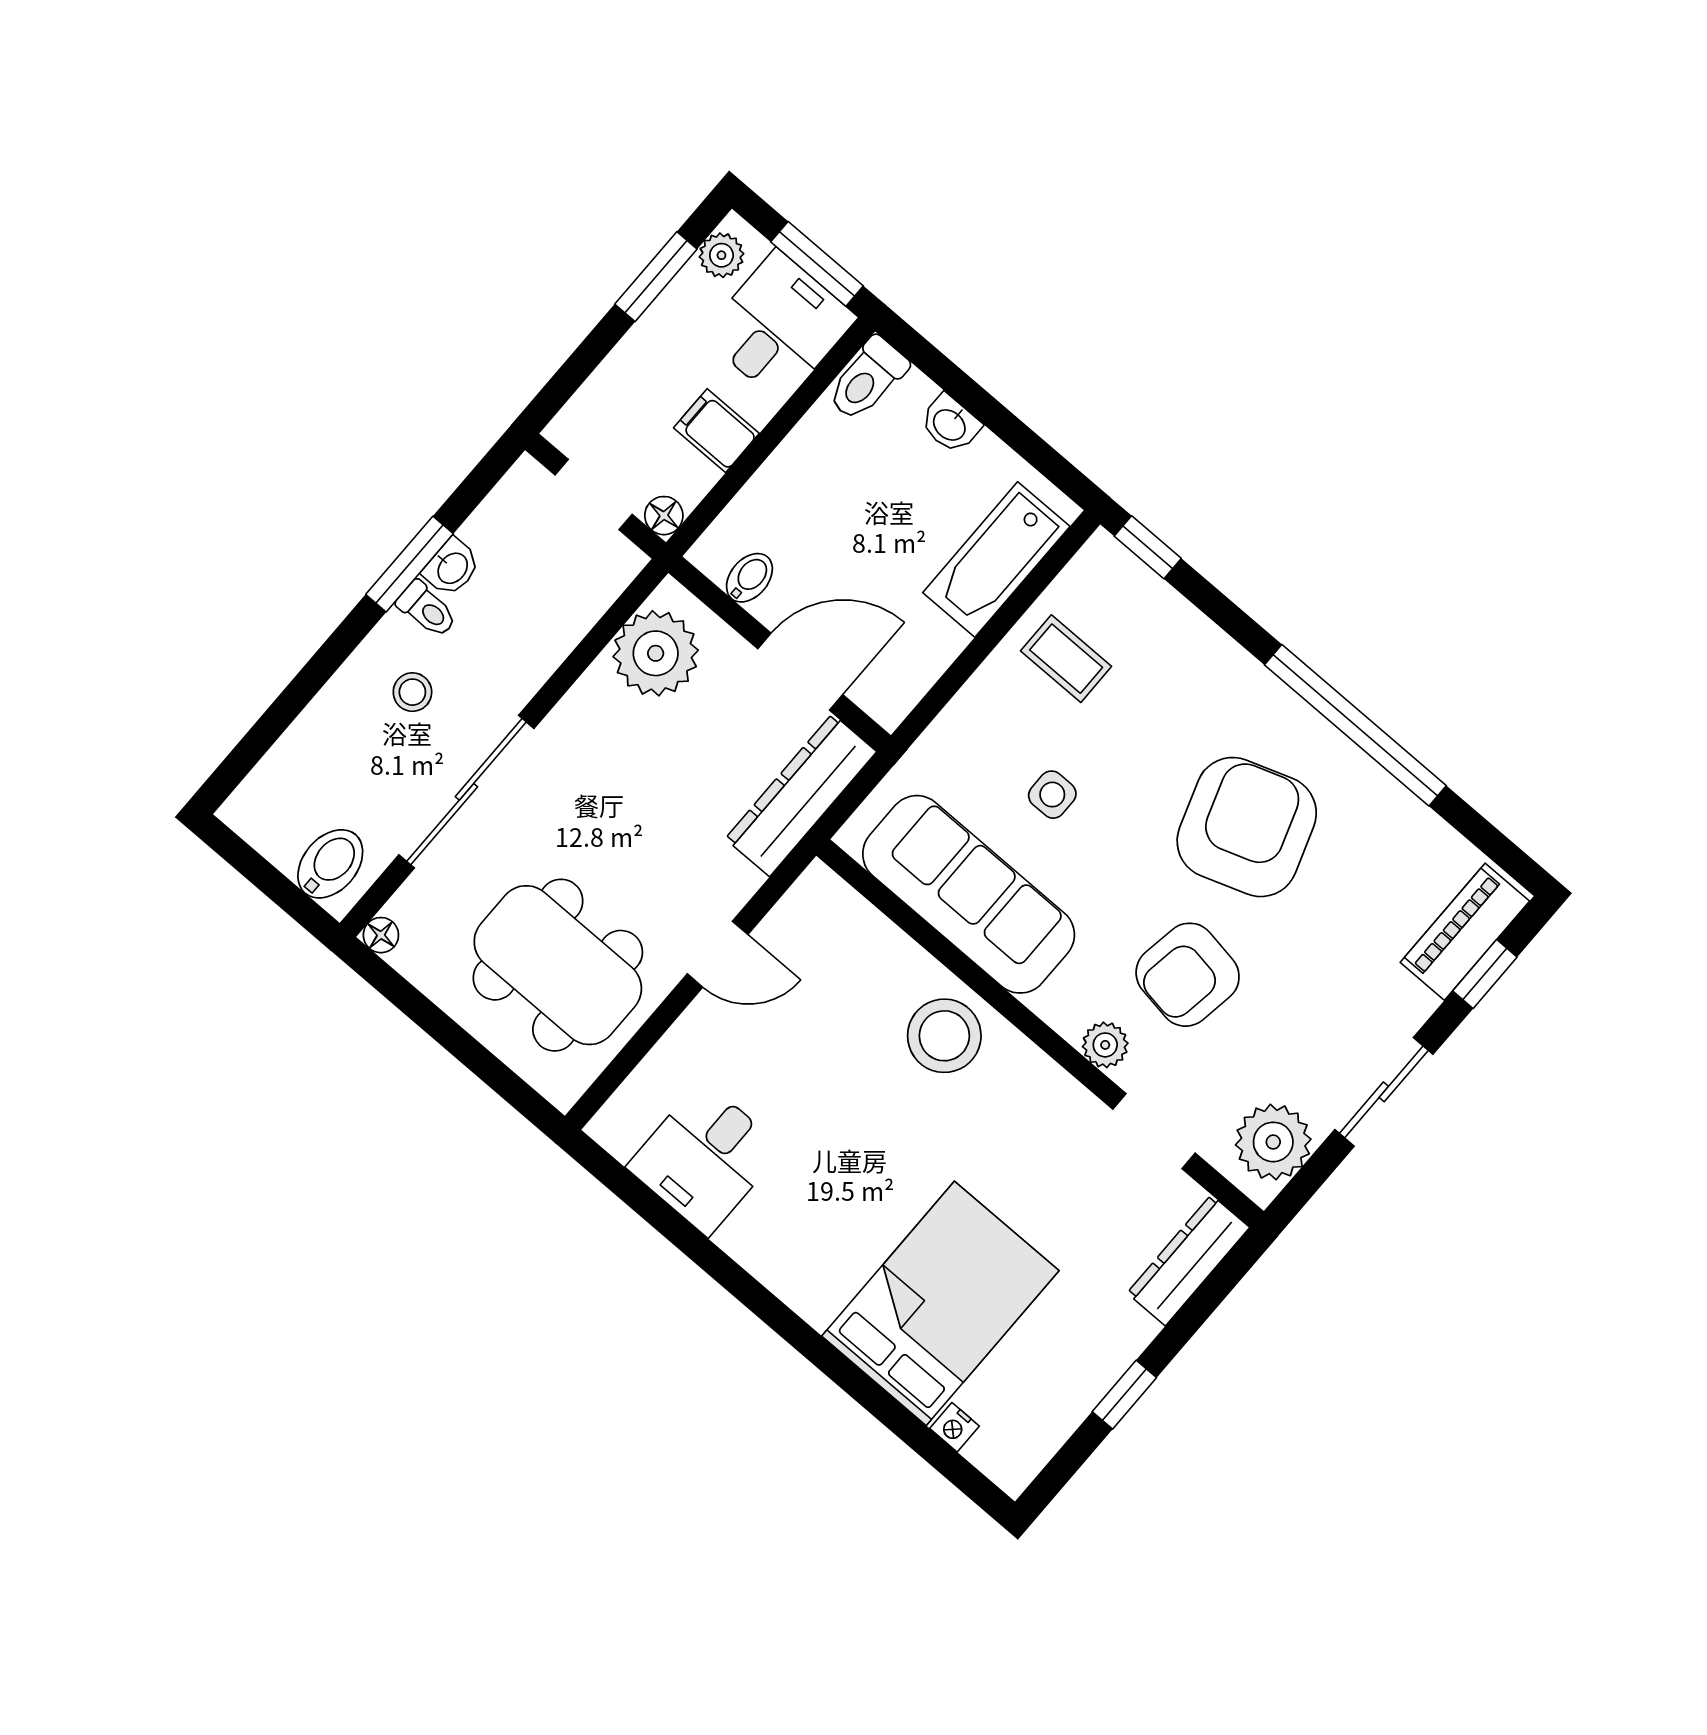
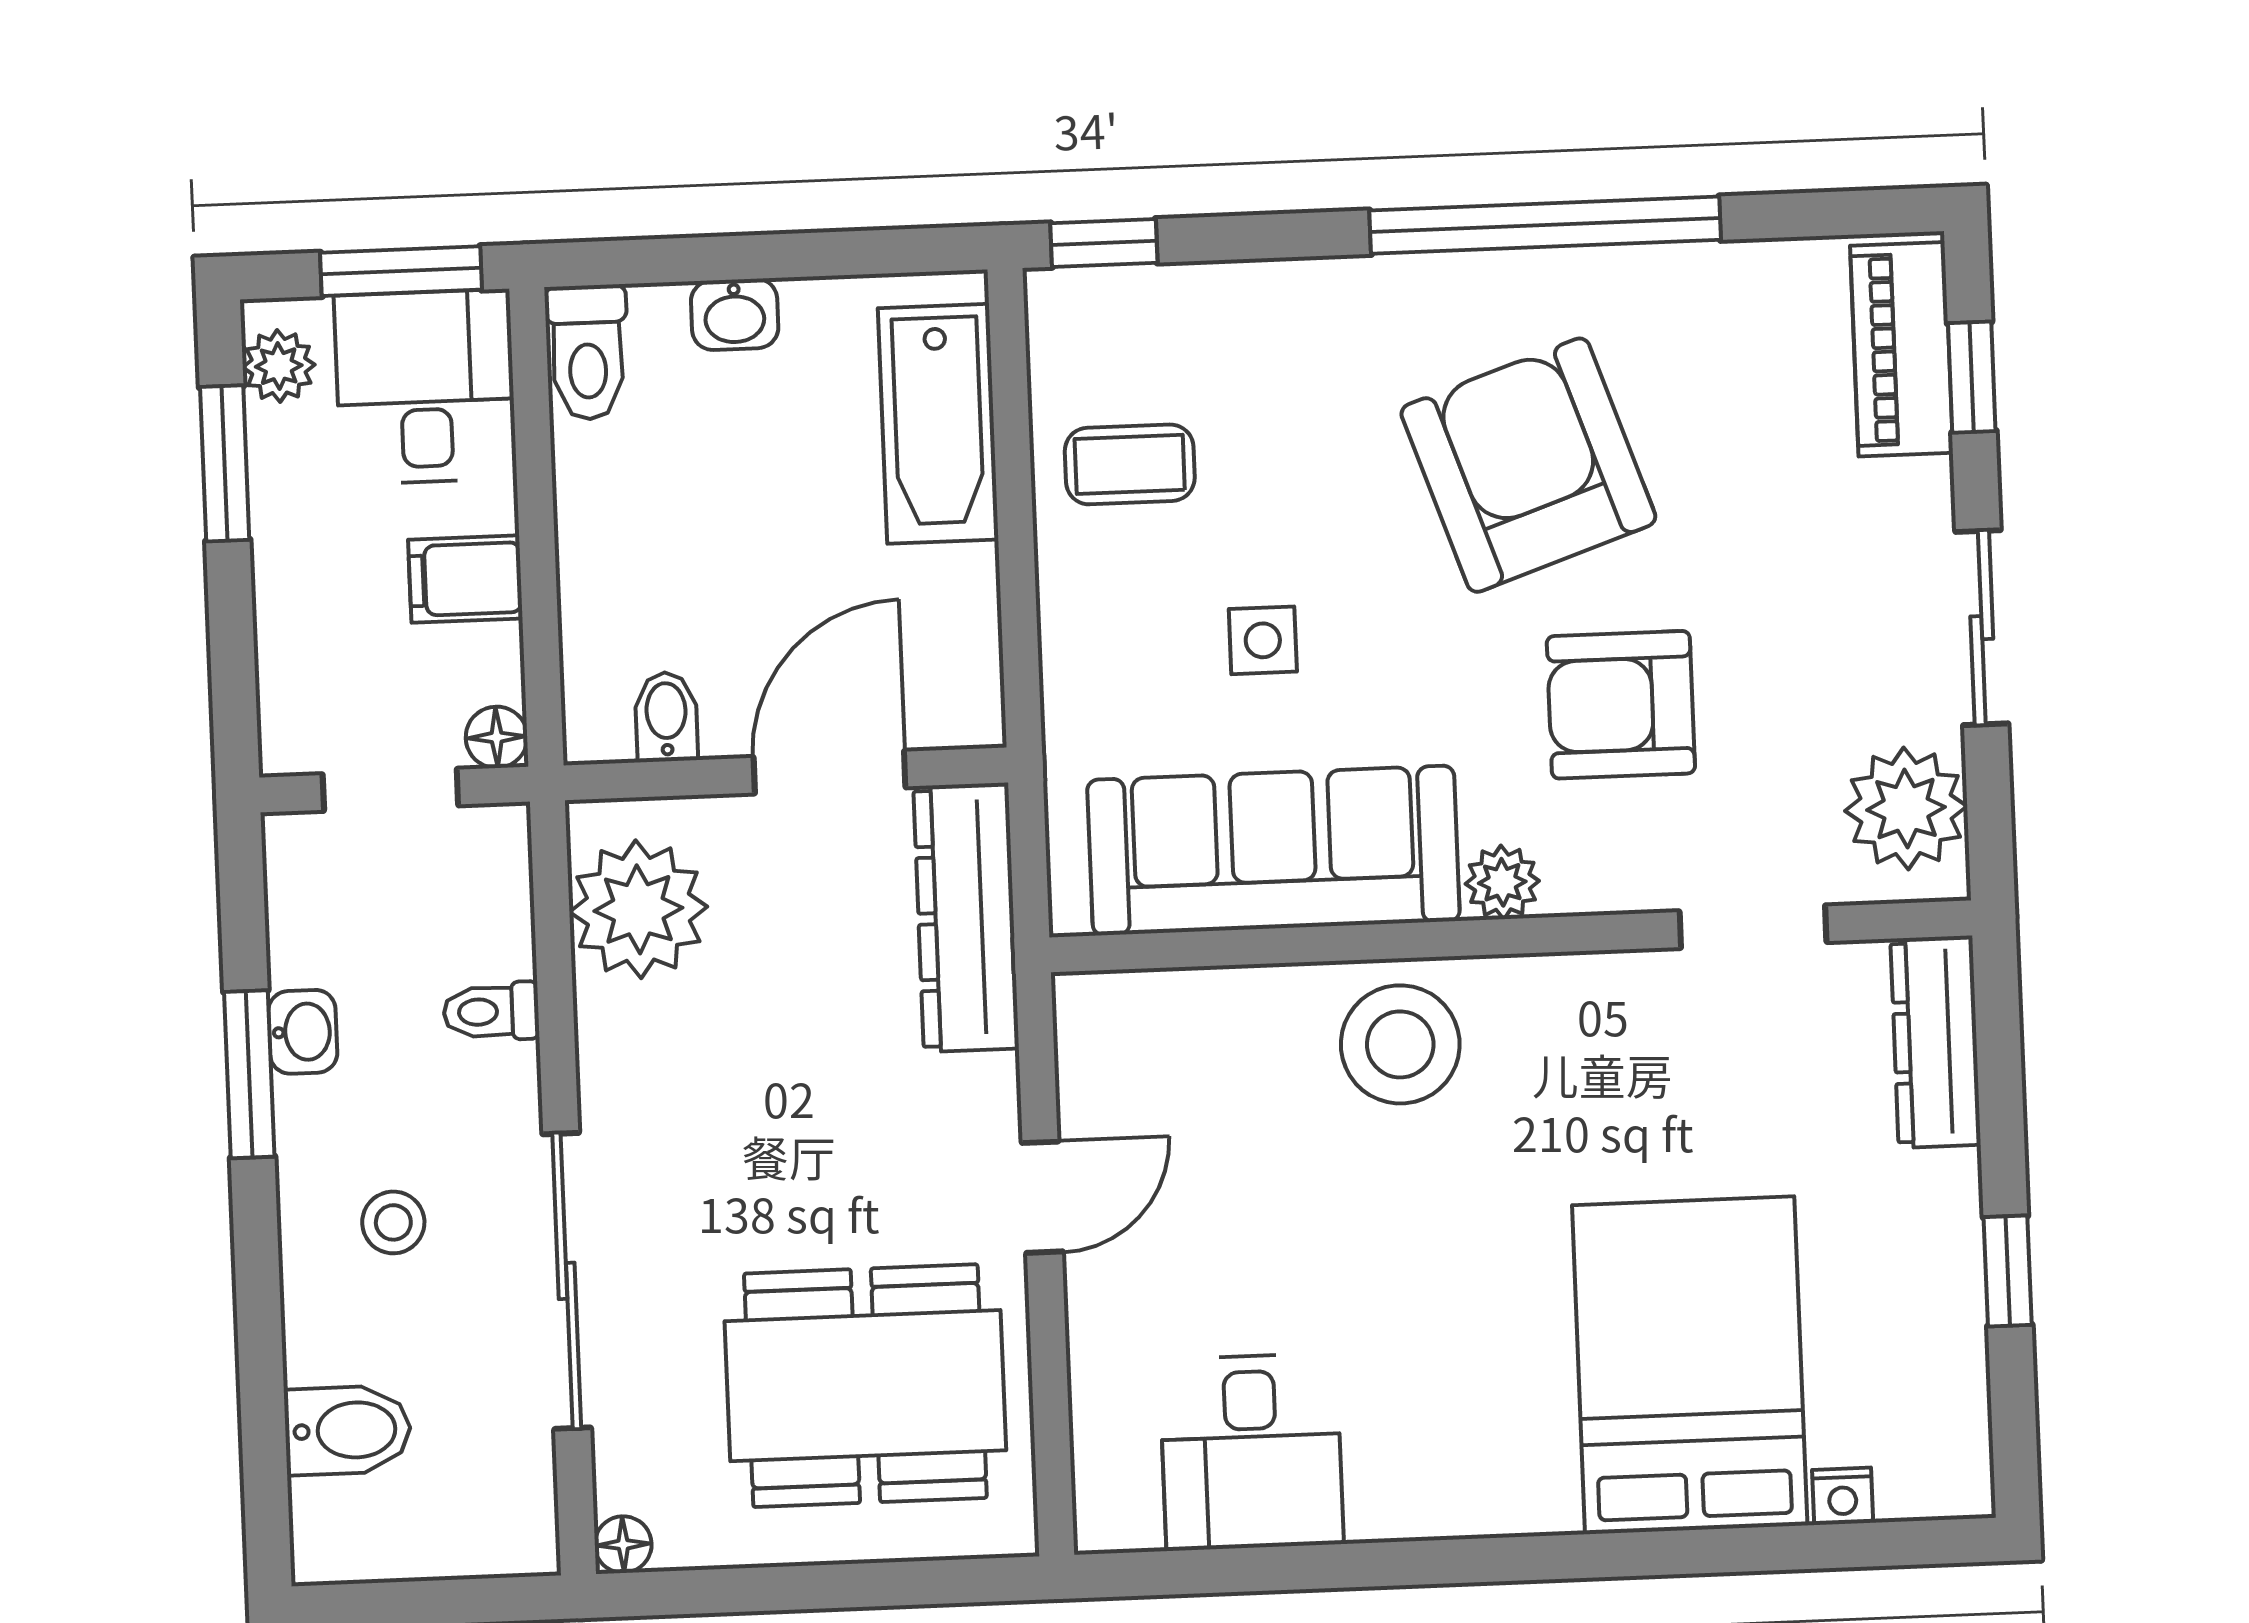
toilet: (427, 609) -> (491, 1012), moved, turned 180
bidet: (330, 864) -> (348, 1430), moved, turned 90
armchair: (1188, 975) -> (1621, 705), turned 81
plant: (1105, 1045) -> (1502, 882), moved

